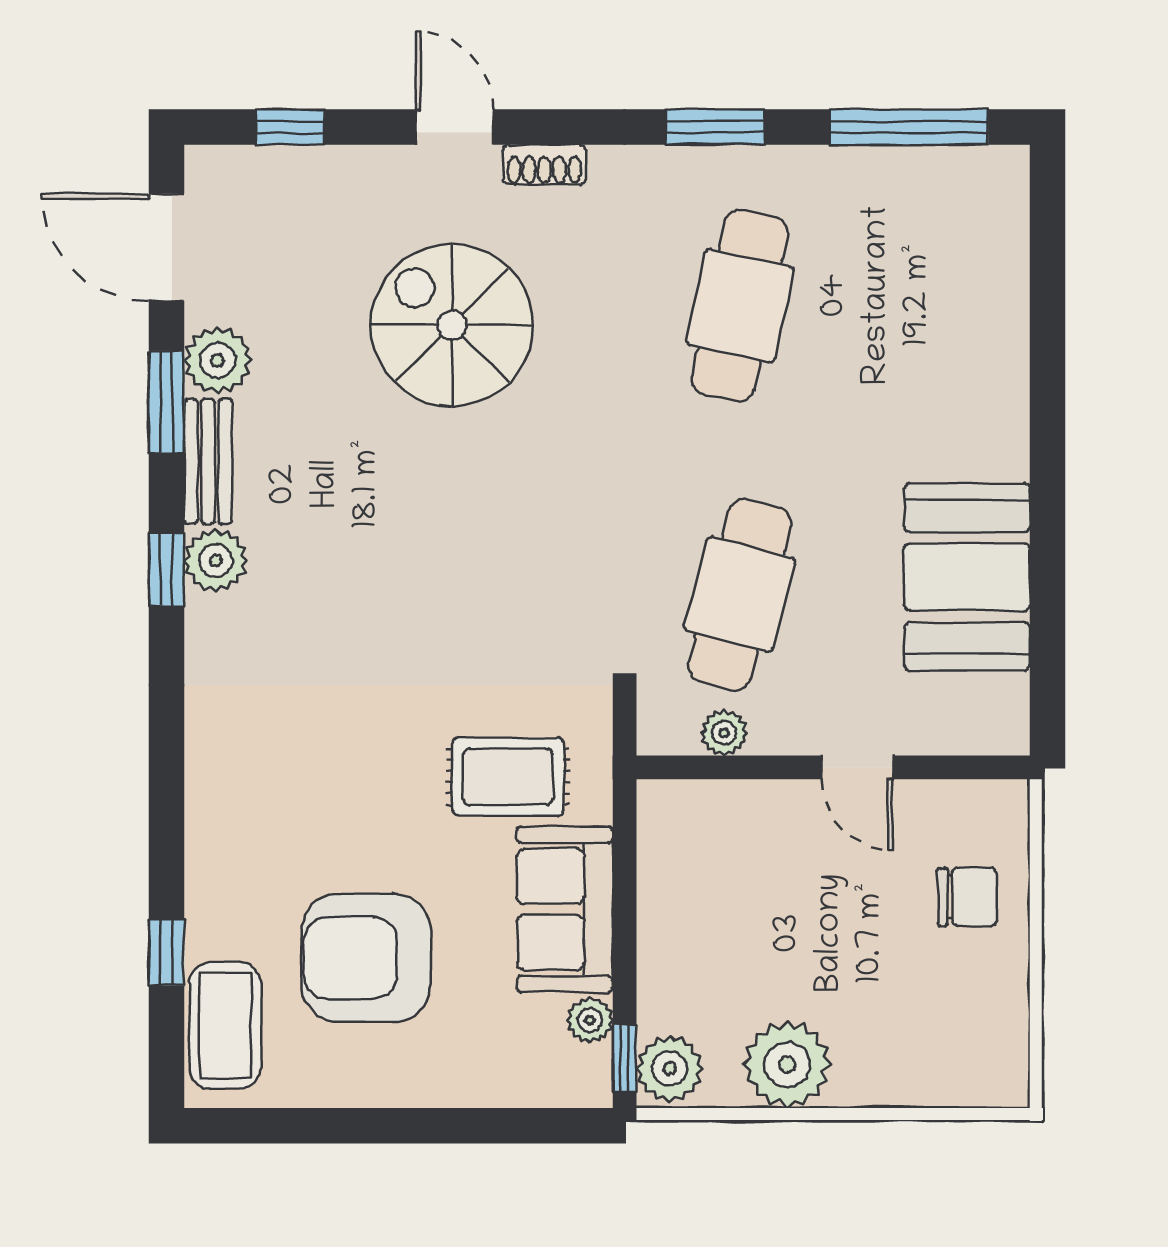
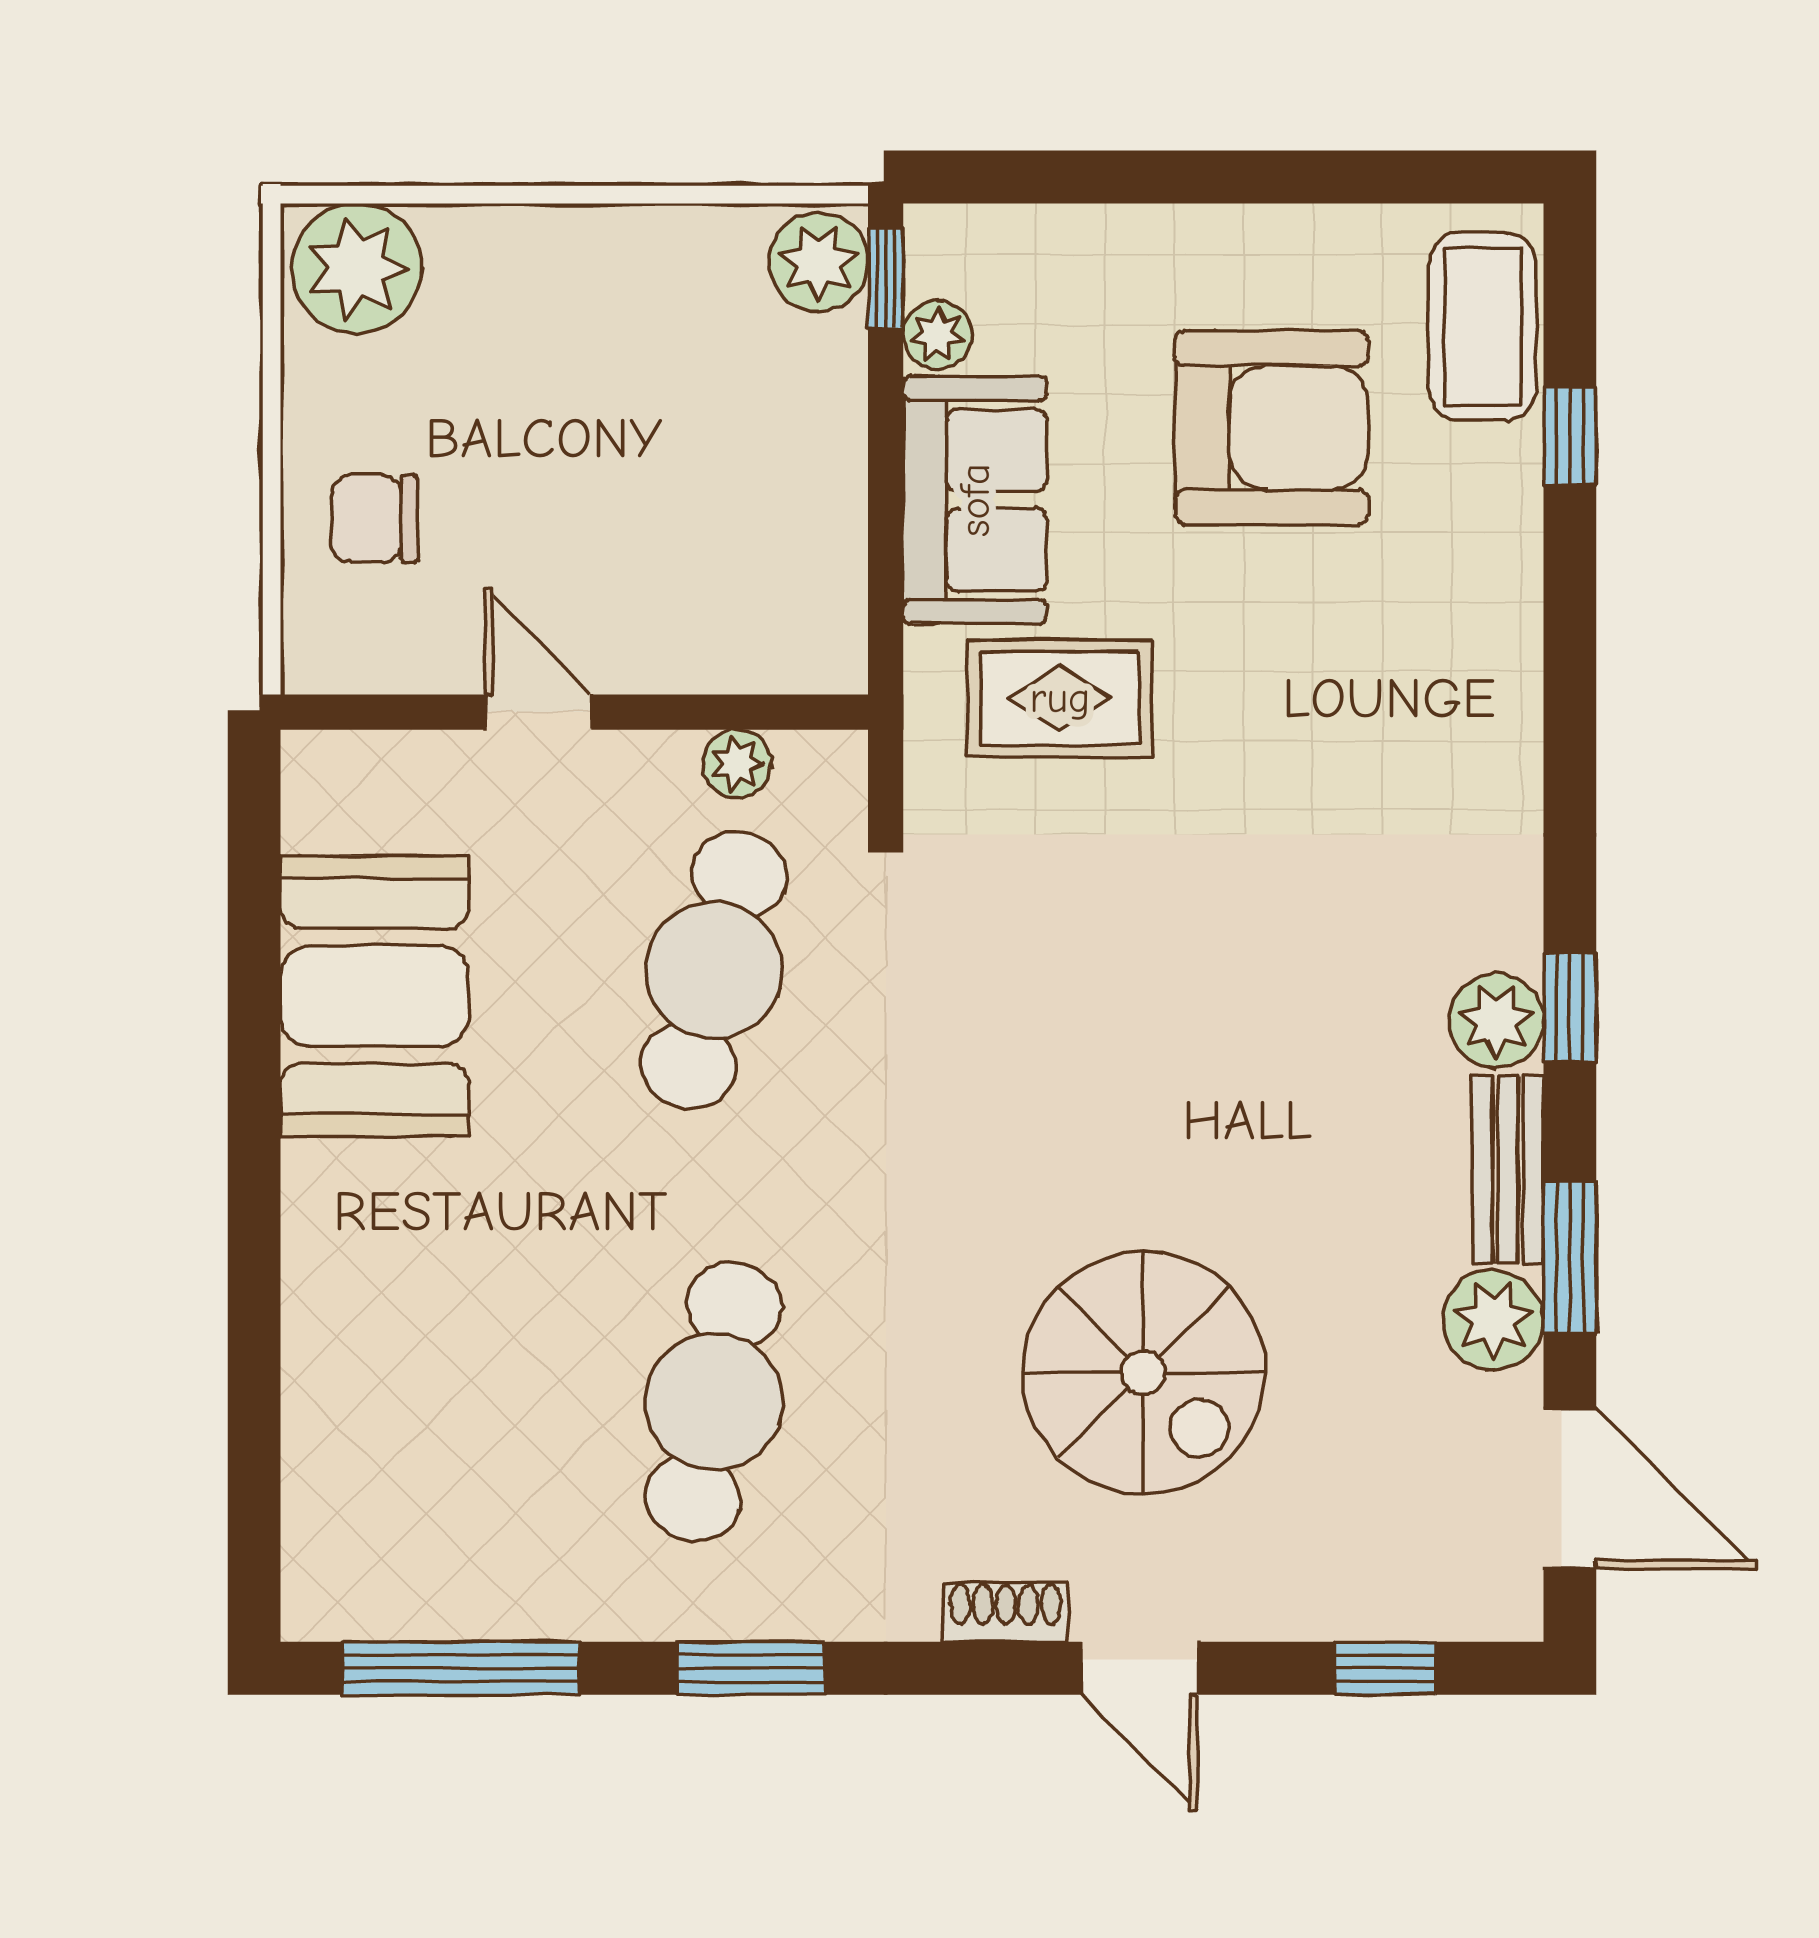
plant: (787, 1064) -> (357, 268), moved

